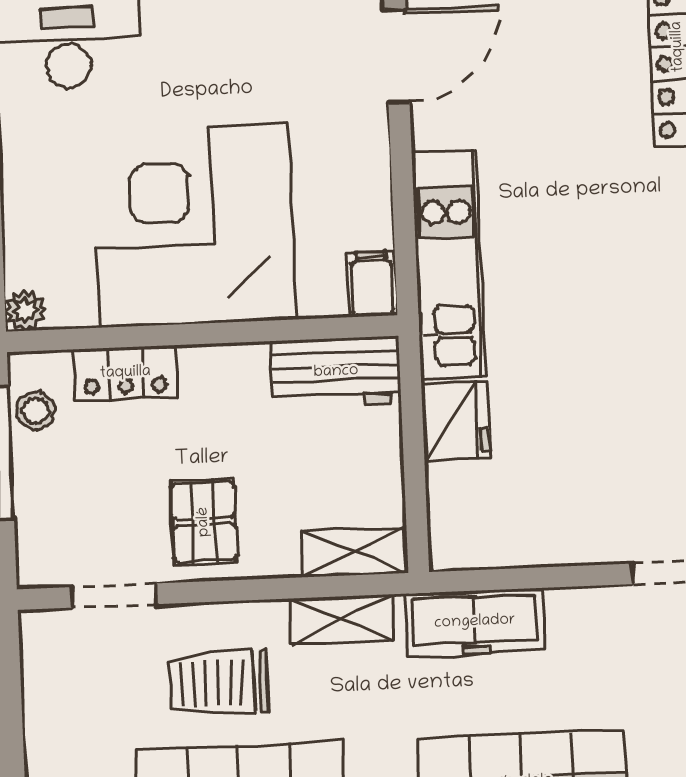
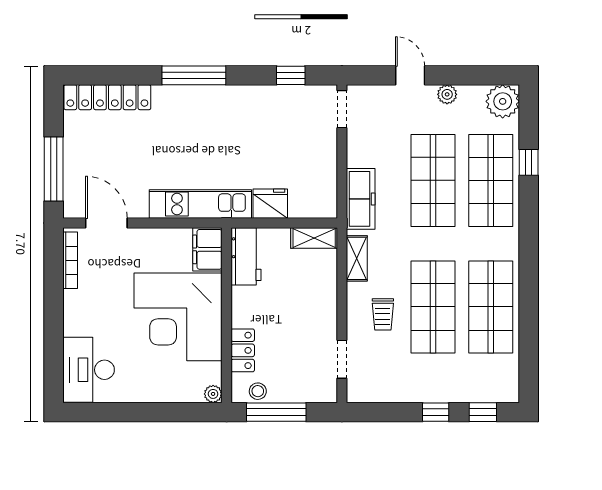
filing cabinet: (372, 284) -> (207, 249), width x2.00
pallet: (204, 522) -> (311, 318), removed
shelving: (354, 552) -> (314, 238), moved, turned 90
trolley: (219, 683) -> (383, 314), width x0.73, depth x0.72

